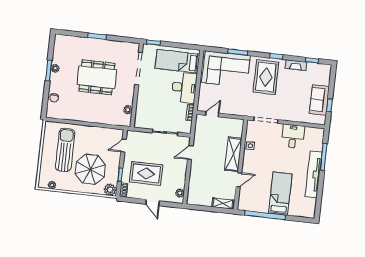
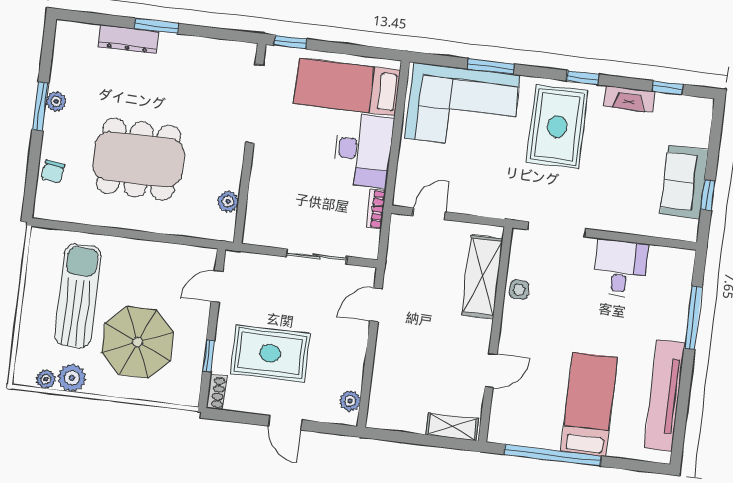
dresser: (85, 42) -> (128, 39), added
dining table: (97, 77) -> (138, 159), moved
shelving: (233, 154) -> (482, 277), moved
tv unit: (314, 174) -> (665, 395), moved
plant: (110, 190) -> (72, 378), moved

